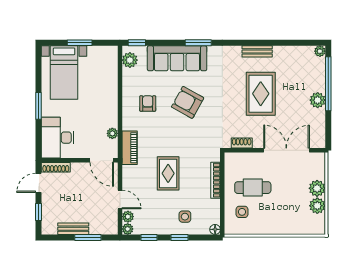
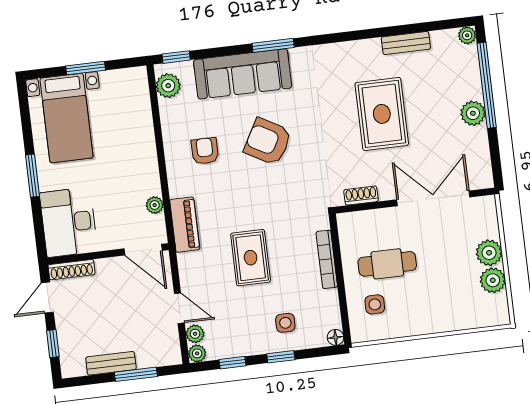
bench: (257, 51) -> (406, 43), moved

